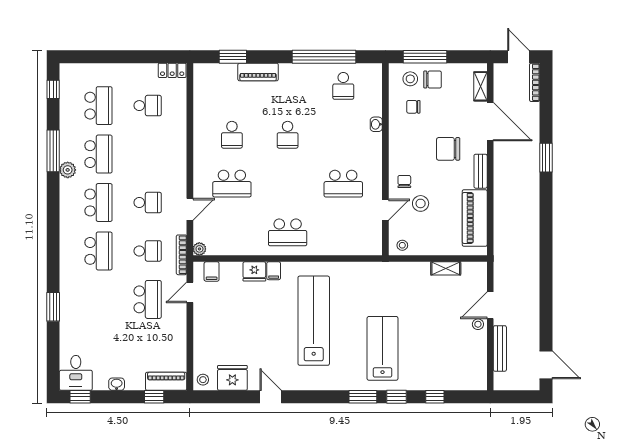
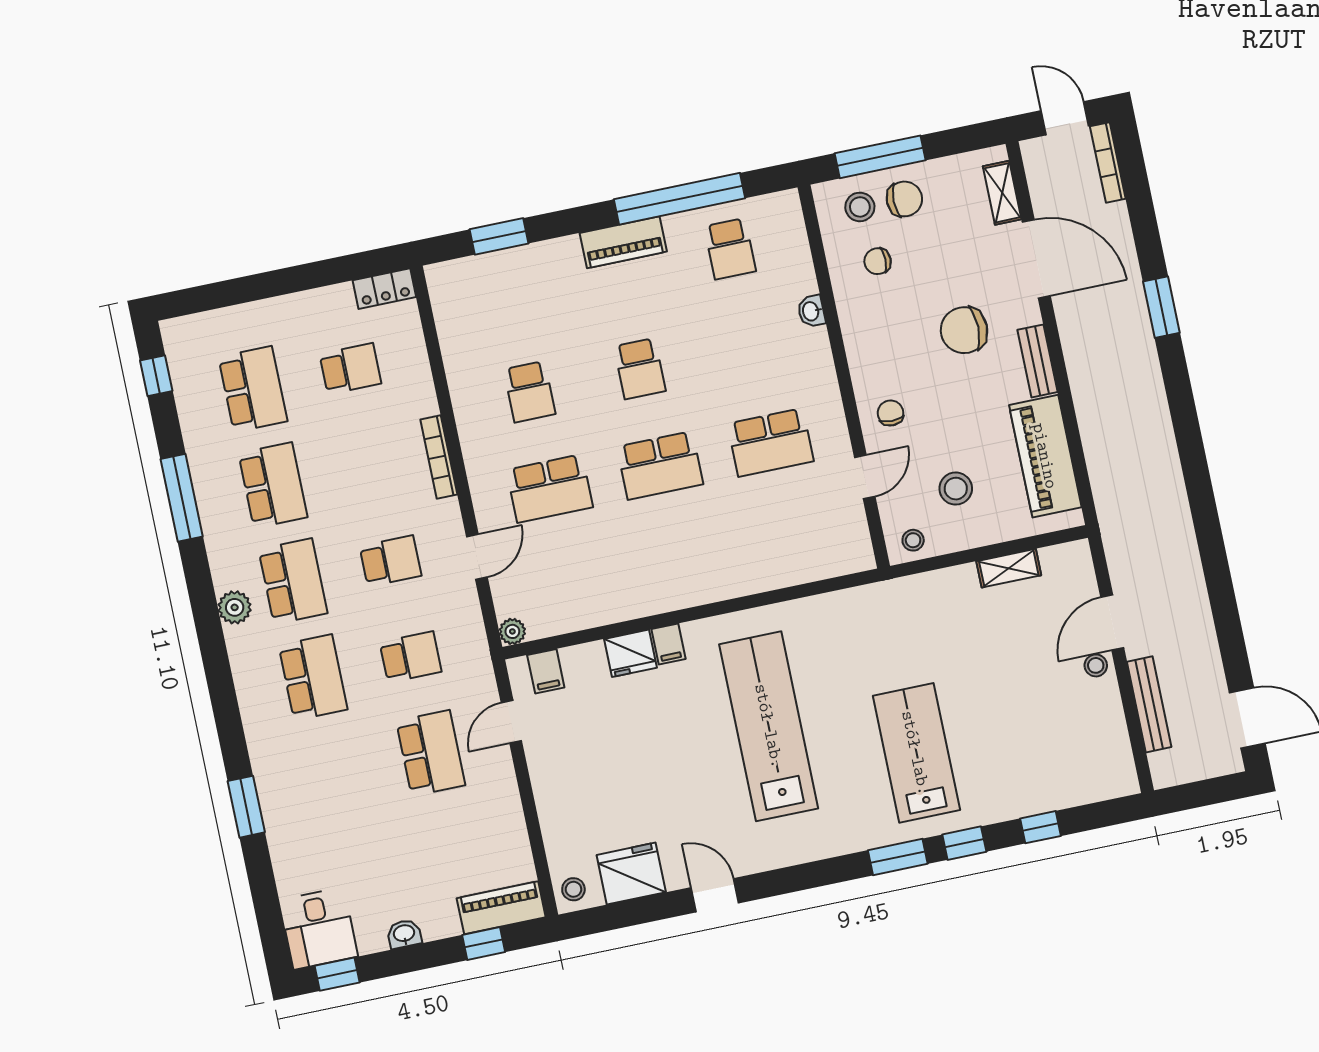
piano: (258, 72) -> (623, 242), moved
plant: (68, 170) -> (235, 607), moved
stool: (421, 203) -> (956, 489), moved
school desk: (288, 232) -> (660, 465), moved
bookcase: (182, 255) -> (439, 457), moved

